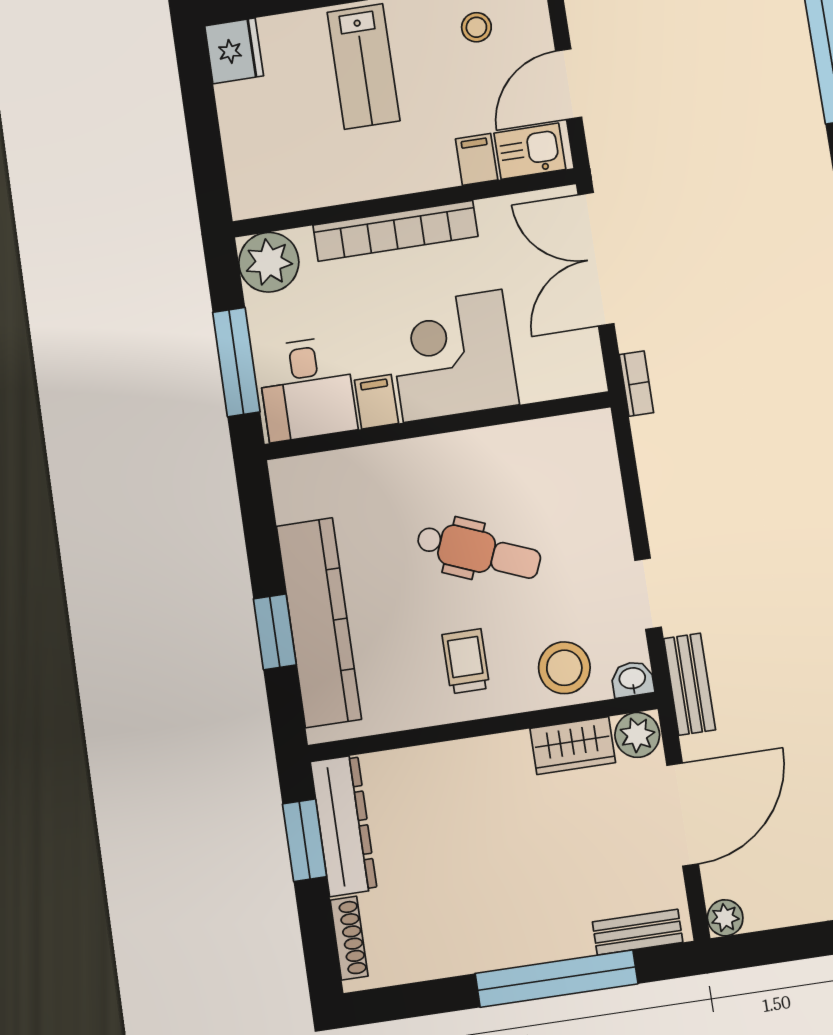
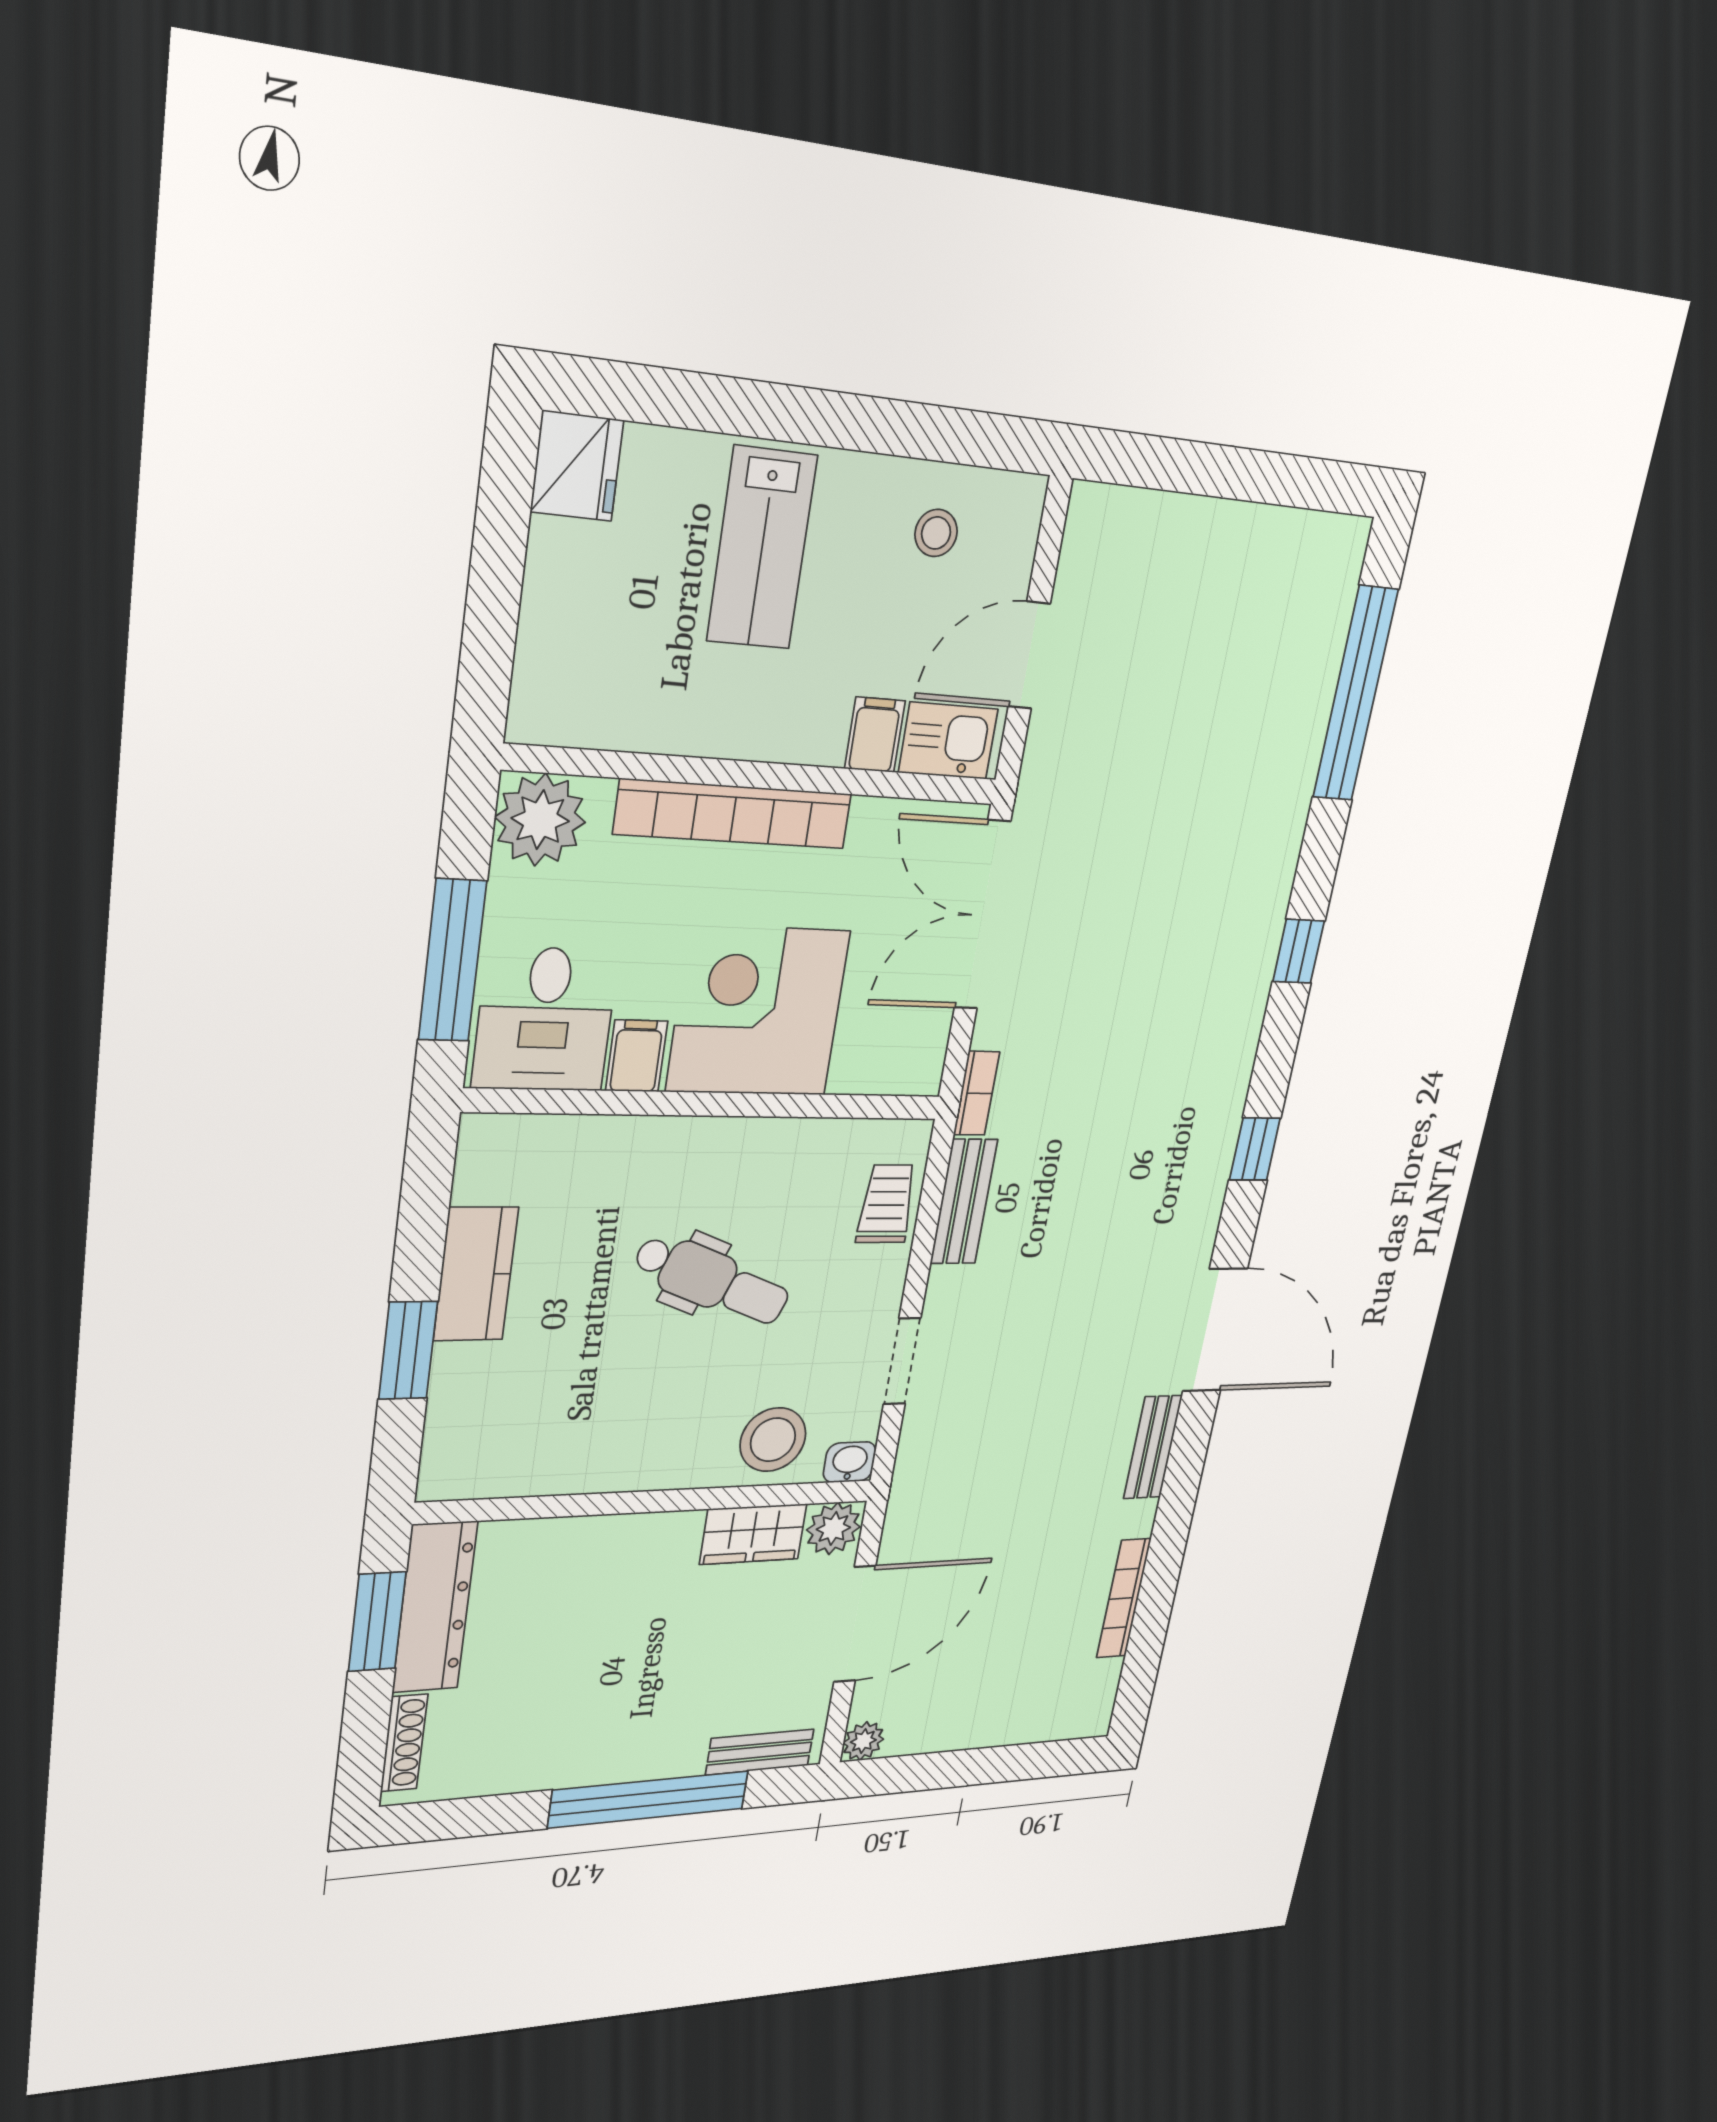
kitchen counter: (319, 622) -> (476, 1274), width x0.48, depth x0.86
trolley: (466, 661) -> (887, 1204), moved
bench: (690, 684) -> (964, 1202), moved

